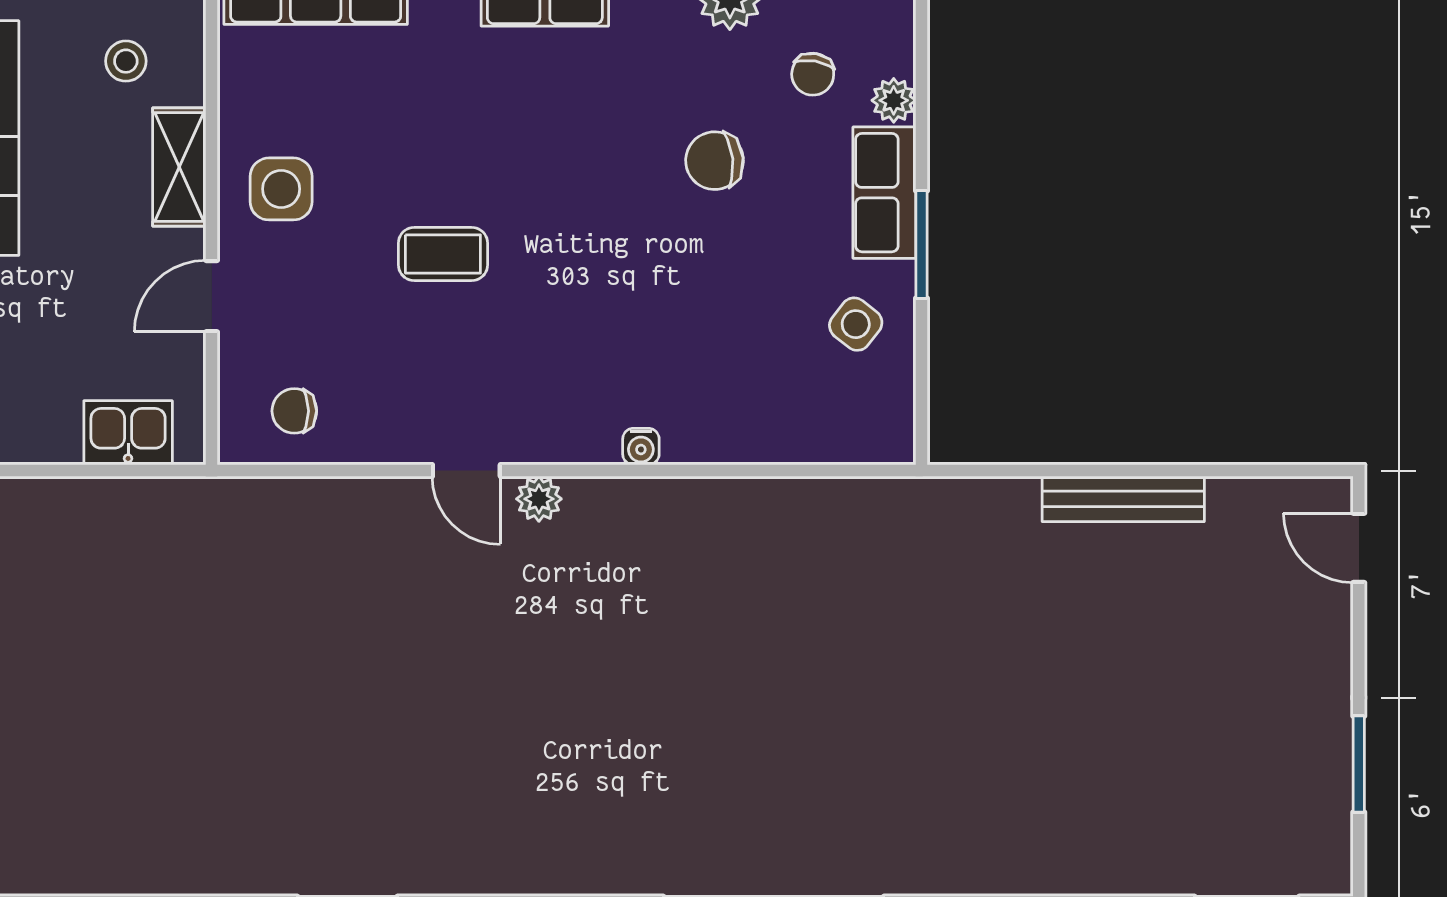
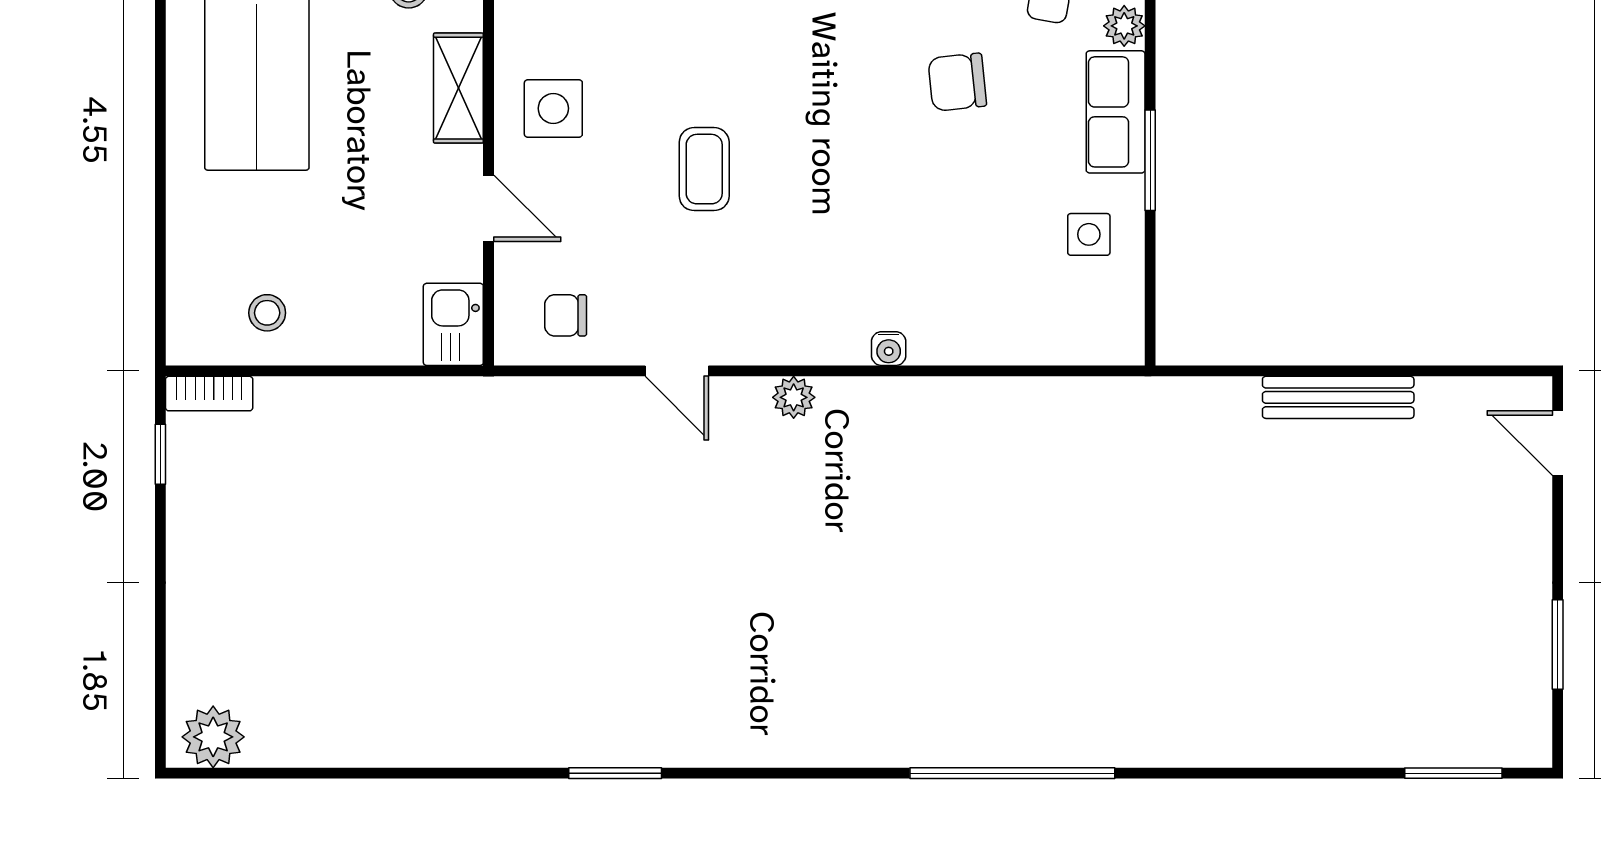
coffee table: (443, 254) -> (704, 169), turned 90
door: (212, 296) -> (489, 208), swing flipped
side table: (856, 324) -> (1089, 234), turned -38
kitchen sink: (128, 433) -> (453, 324), moved, turned -90
door: (466, 471) -> (677, 371), moved

